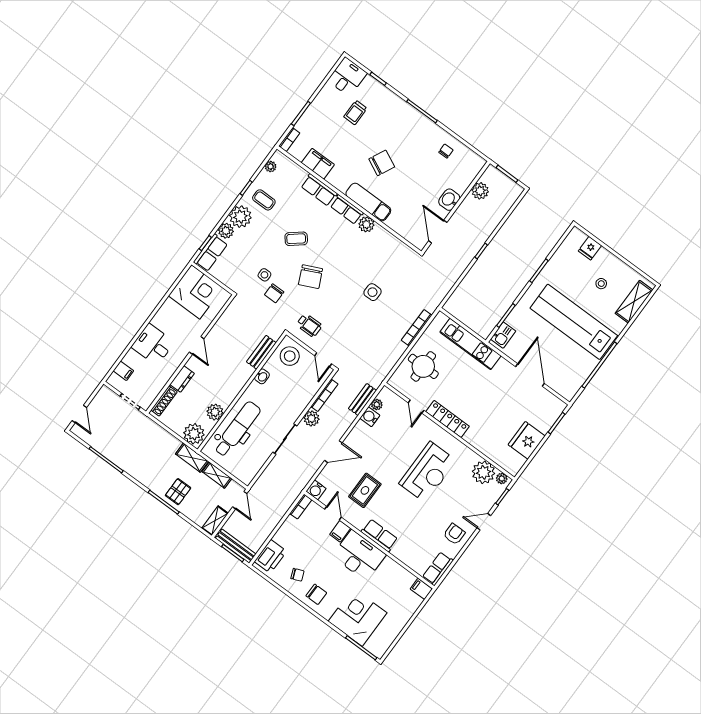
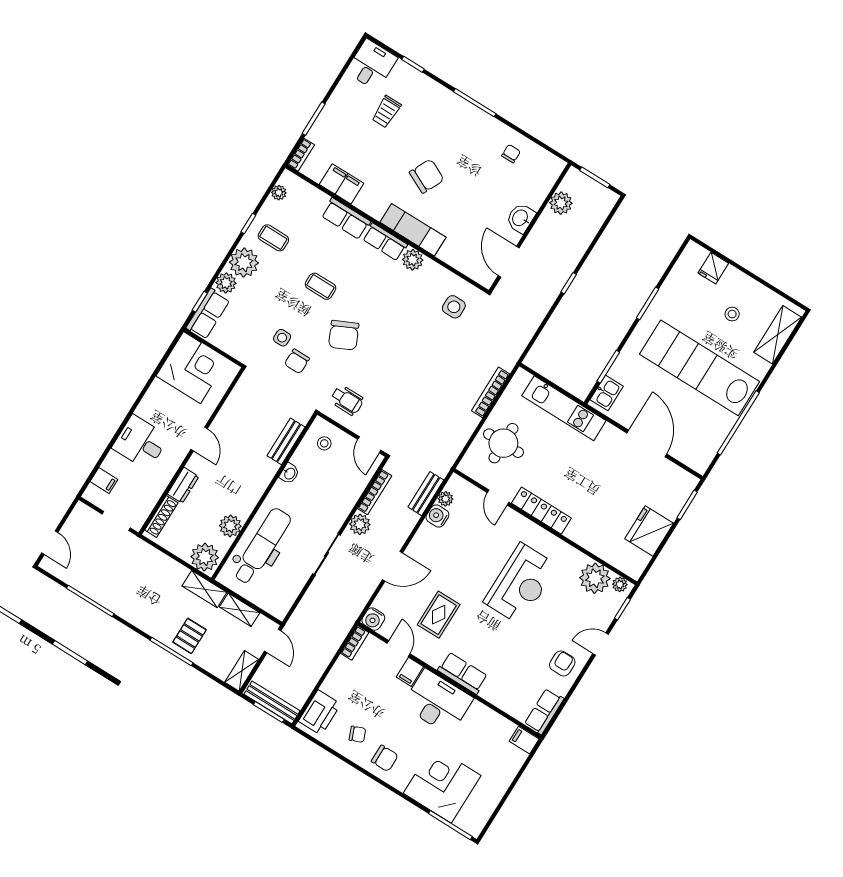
coffee table: (296, 239) -> (321, 286), turned 39
side table: (373, 292) -> (454, 307), moved
stool: (290, 356) -> (324, 443), width x0.53, depth x0.53

